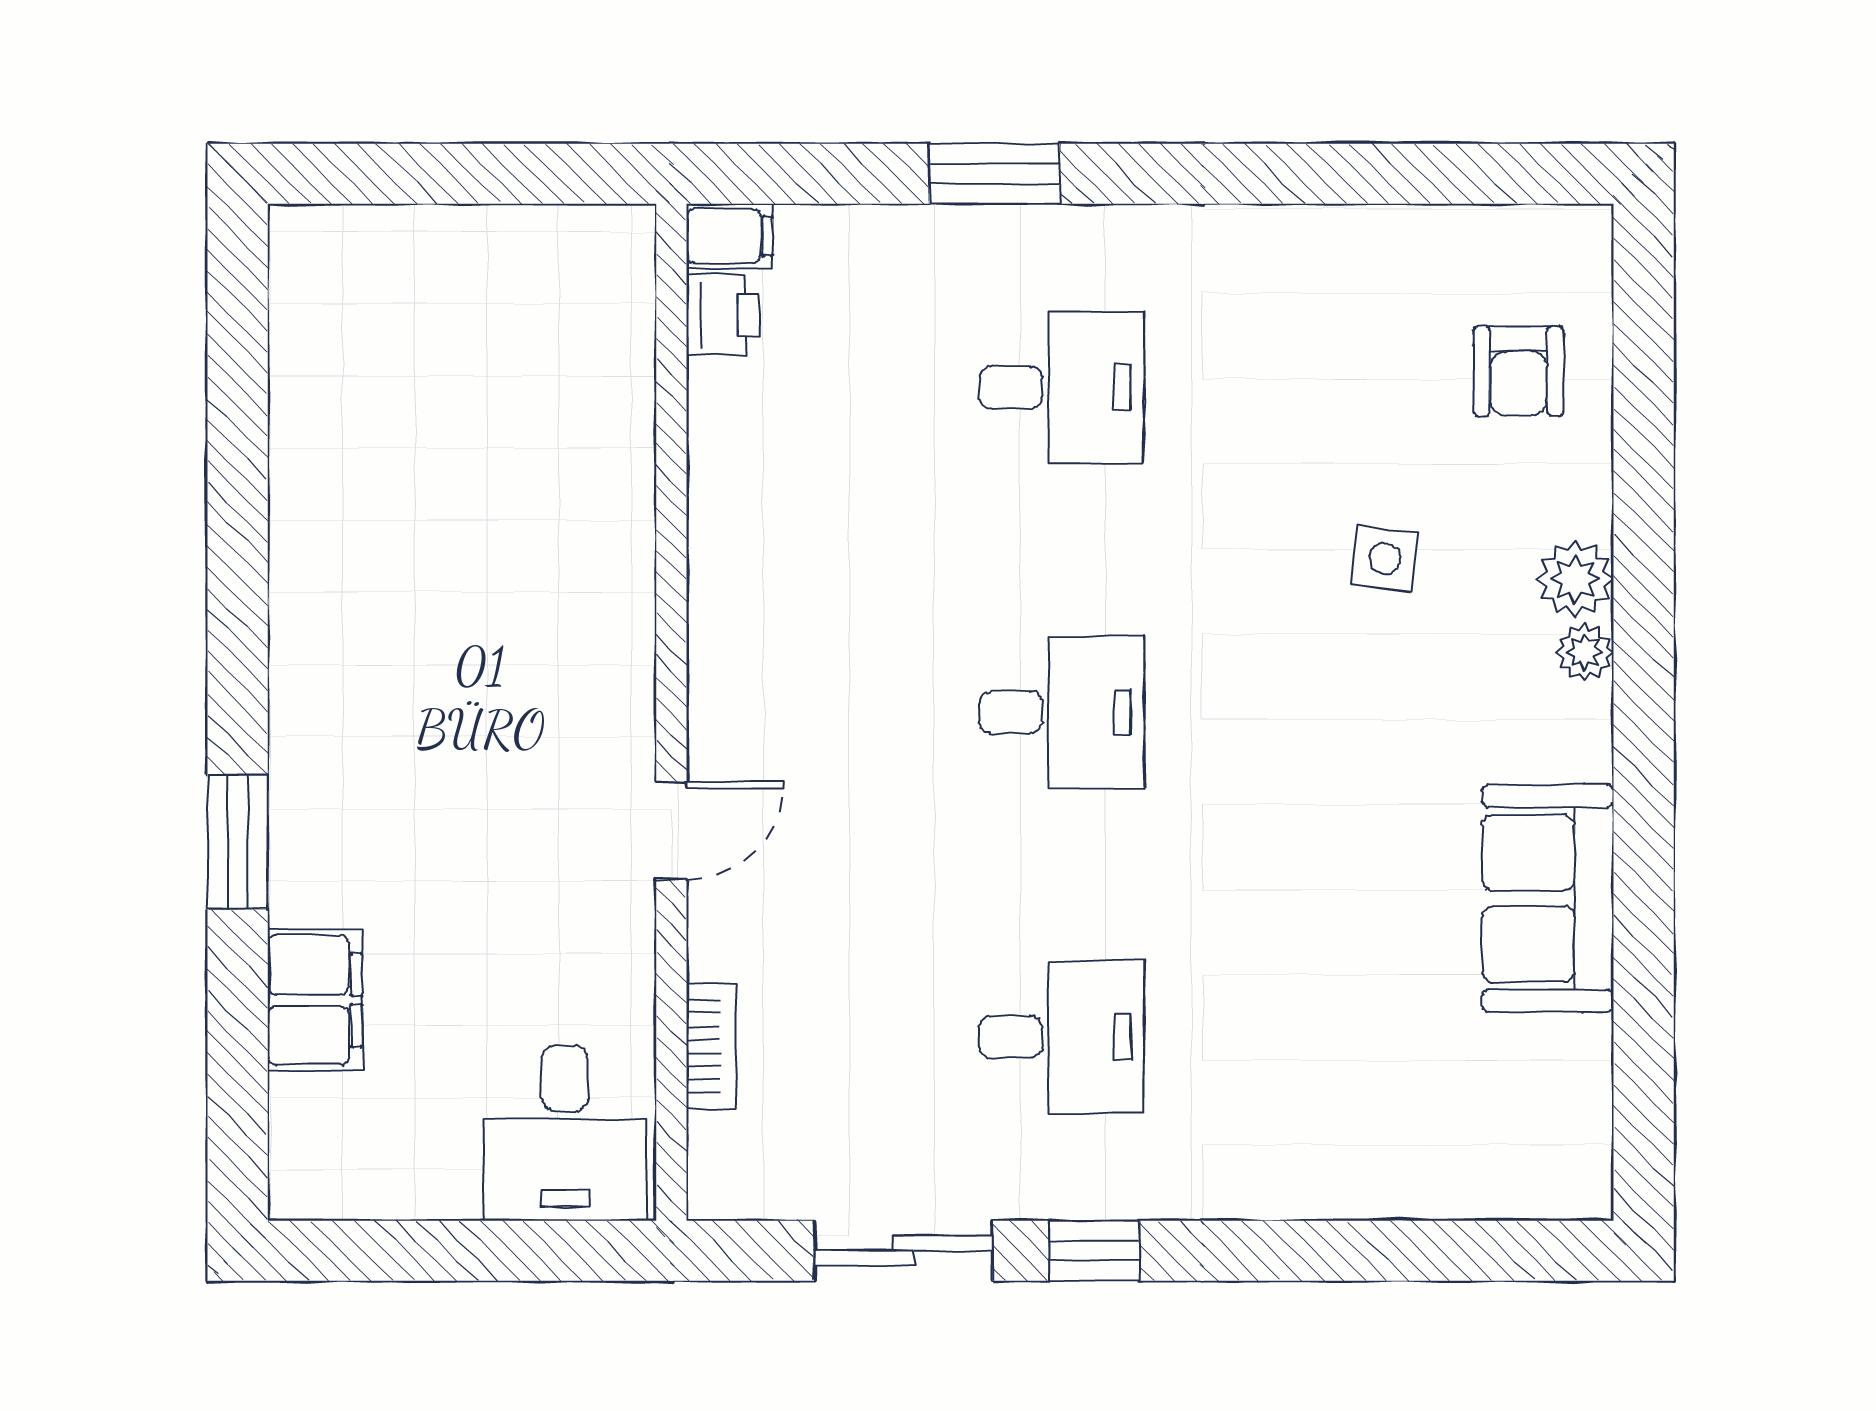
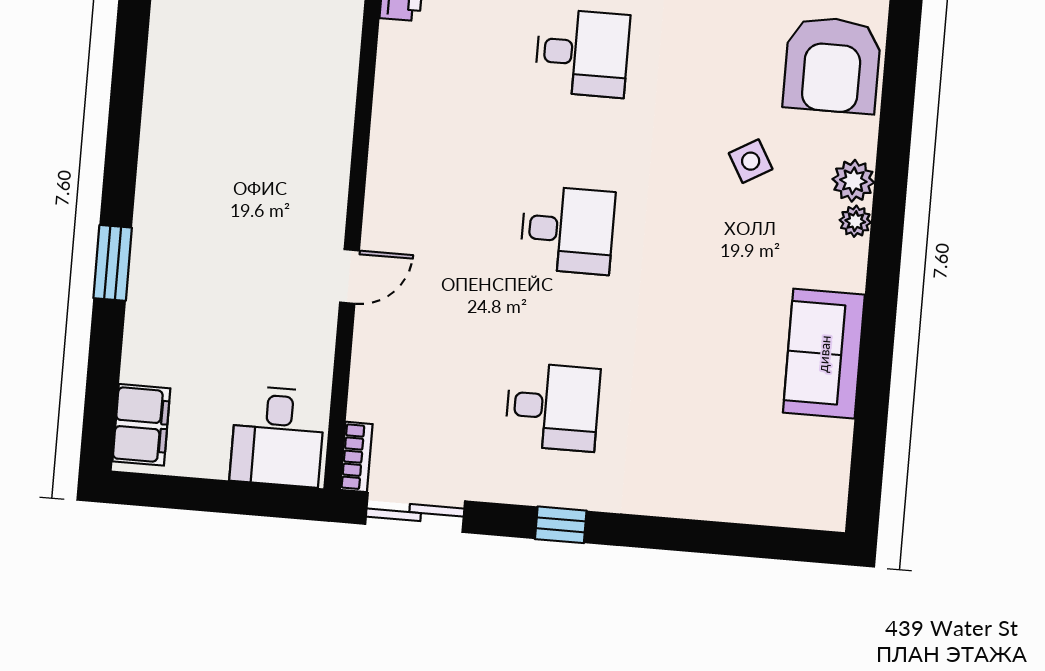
armchair: (1519, 371) -> (832, 65), width x1.88, depth x1.88
side table: (1385, 559) -> (751, 161), turned -37
filing cabinet: (315, 1000) -> (141, 425), moved
bookcase: (711, 1046) -> (356, 457), moved
sliding door: (903, 1251) -> (415, 513), moved

